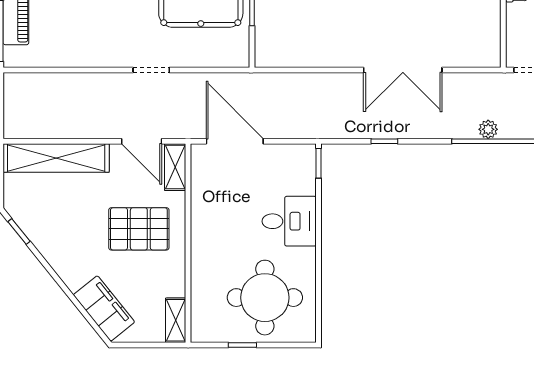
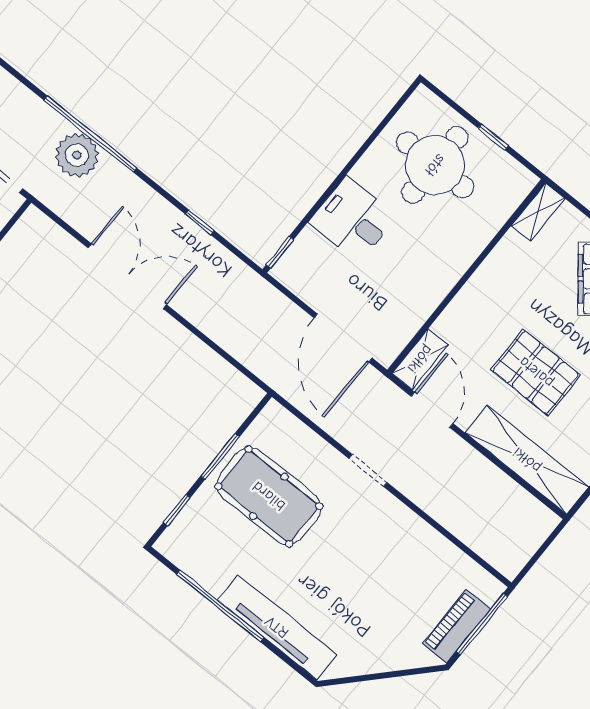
plant: (488, 129) -> (77, 155), width x1.88, depth x1.88
pallet: (139, 229) -> (536, 372), moved

